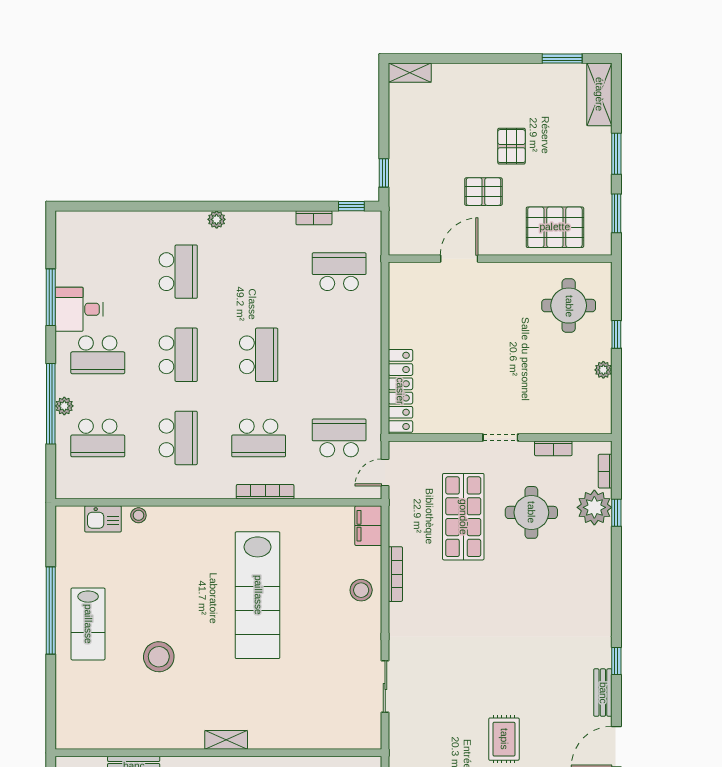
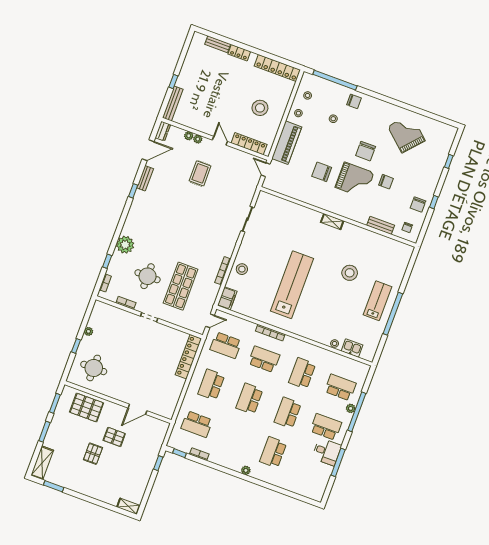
school desk: (339, 355) -> (211, 385), added
plant: (594, 507) -> (125, 245), moved

